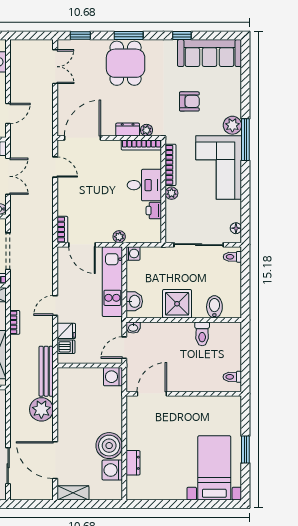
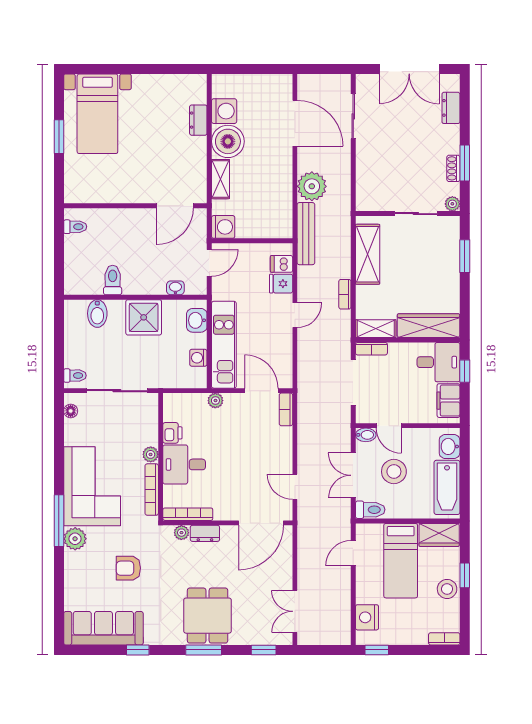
washing machine: (133, 253) -> (198, 358), moved
washbasin: (133, 328) -> (175, 288), moved
shelving: (73, 493) -> (220, 179), moved, turned 90

